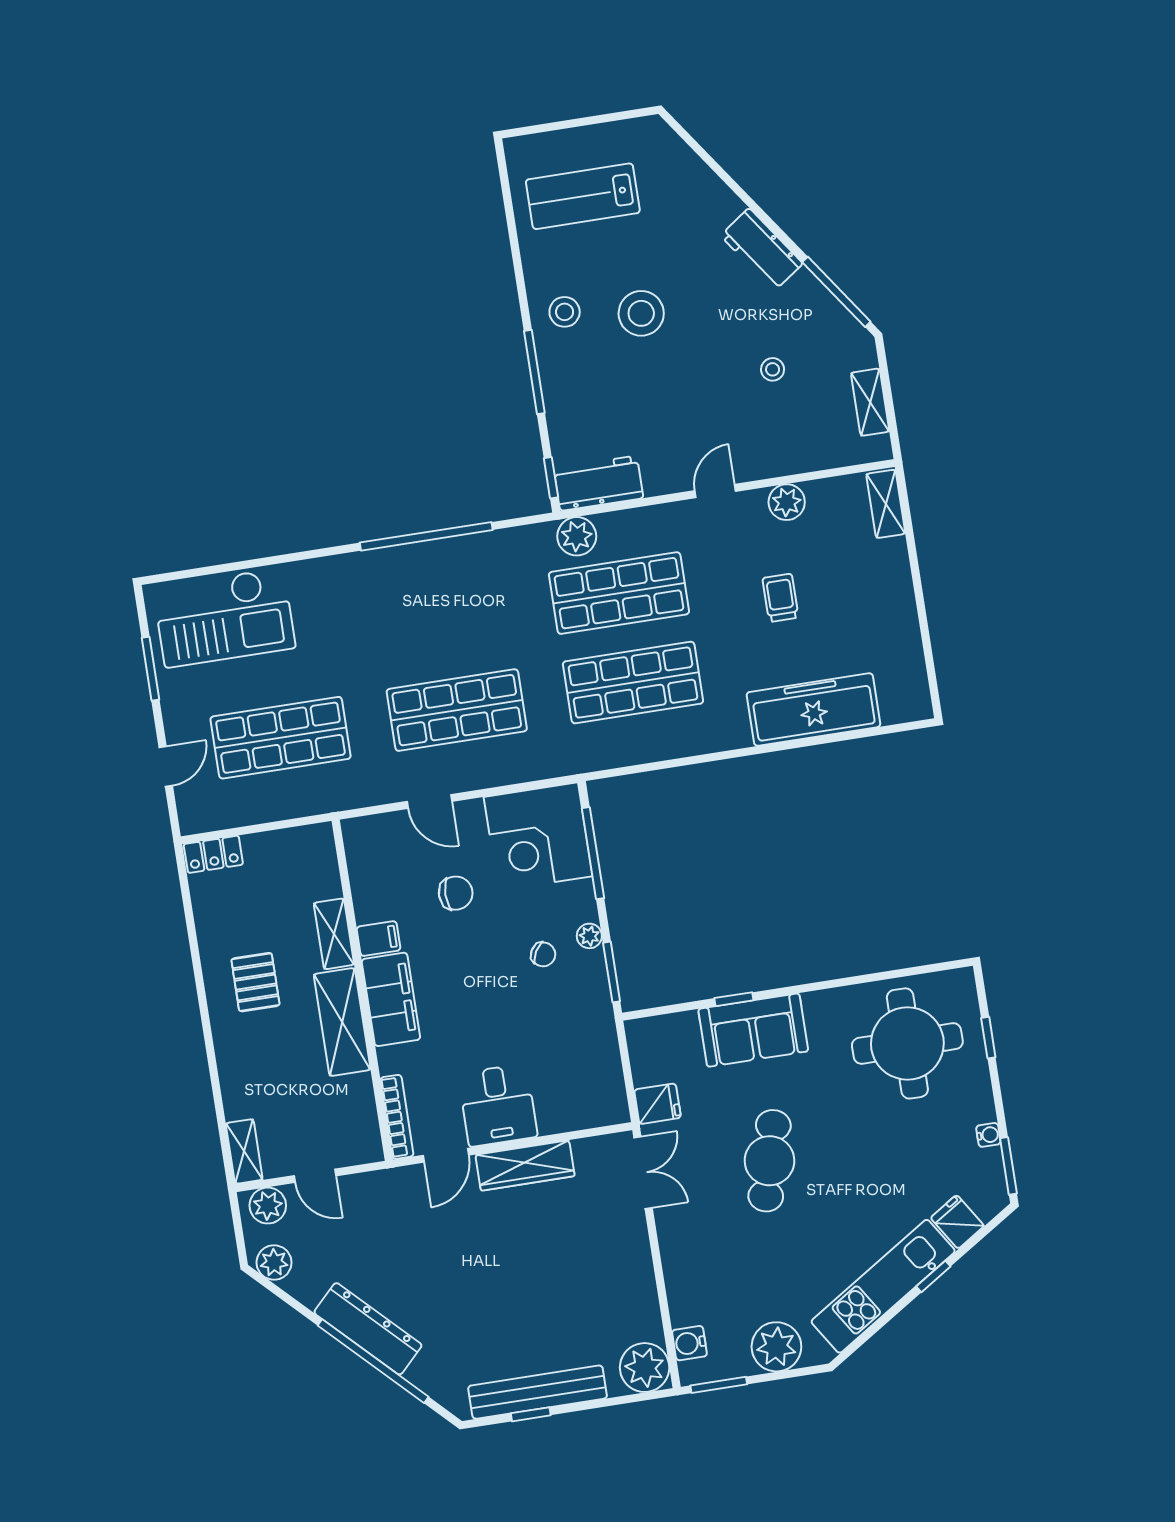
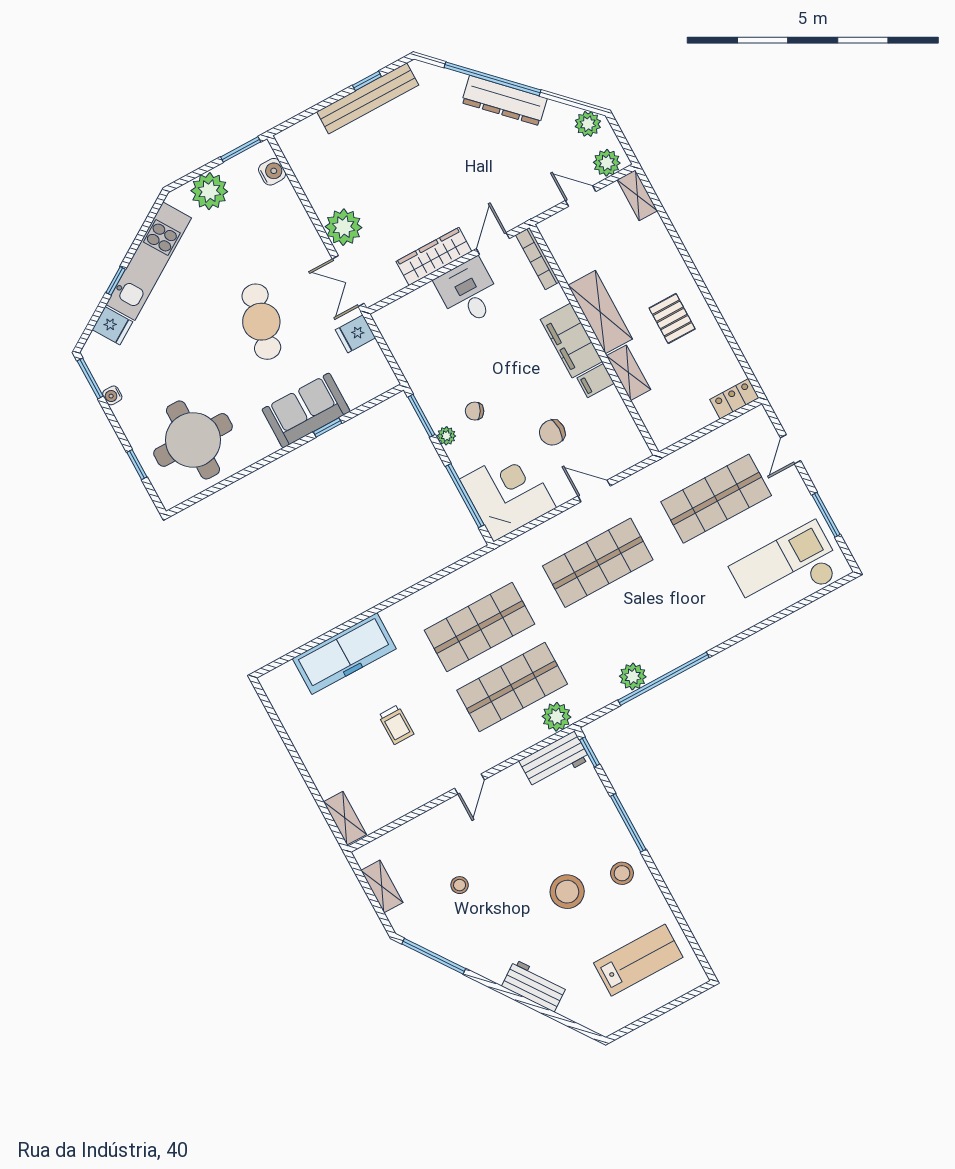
workbench: (762, 249) -> (534, 986), moved
plant: (787, 502) -> (633, 676), moved
plant: (645, 1368) -> (343, 227), moved

